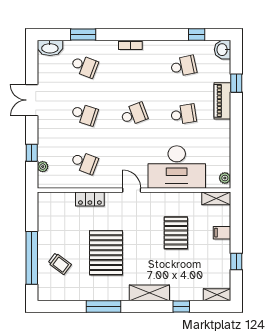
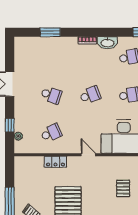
washbasin: (50, 48) -> (107, 43), moved
school desk: (84, 66) -> (51, 57), removed
school desk: (84, 162) -> (51, 133), turned -45
pallet: (176, 233) -> (123, 188), width x0.67, depth x0.71

